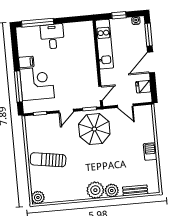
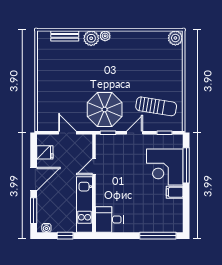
desk: (52, 36) -> (109, 219), moved, turned 90
door: (101, 93) -> (94, 167), moved
barbecue: (150, 151) -> (44, 78), removed
sun lounger: (48, 160) -> (156, 106), moved
plant: (95, 190) -> (105, 36), width x0.53, depth x0.53

